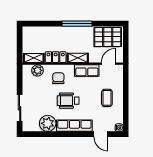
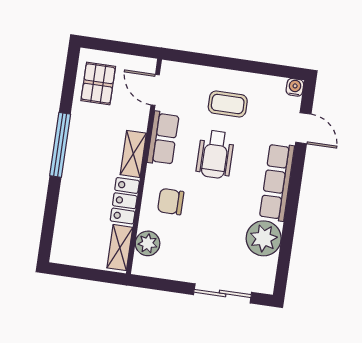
pallet: (108, 37) -> (98, 83), width x0.67, depth x0.71
wheelchair: (68, 101) -> (215, 154), moved
door: (101, 134) -> (303, 128), hinge flipped

